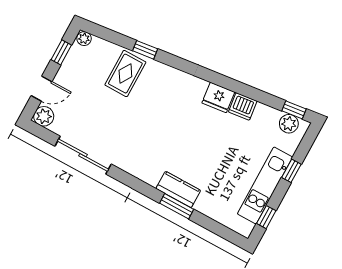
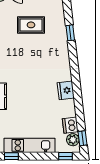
rug: (125, 74) -> (31, 25), moved
dishwasher: (243, 106) -> (70, 125), moved
window: (291, 171) -> (65, 156), moved

